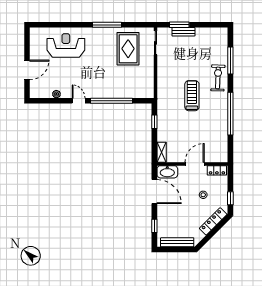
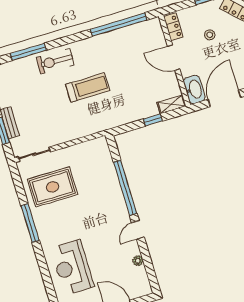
treadmill: (192, 96) -> (88, 87), turned 180
window: (230, 114) -> (119, 25), moved
window: (154, 122) -> (153, 120), moved

